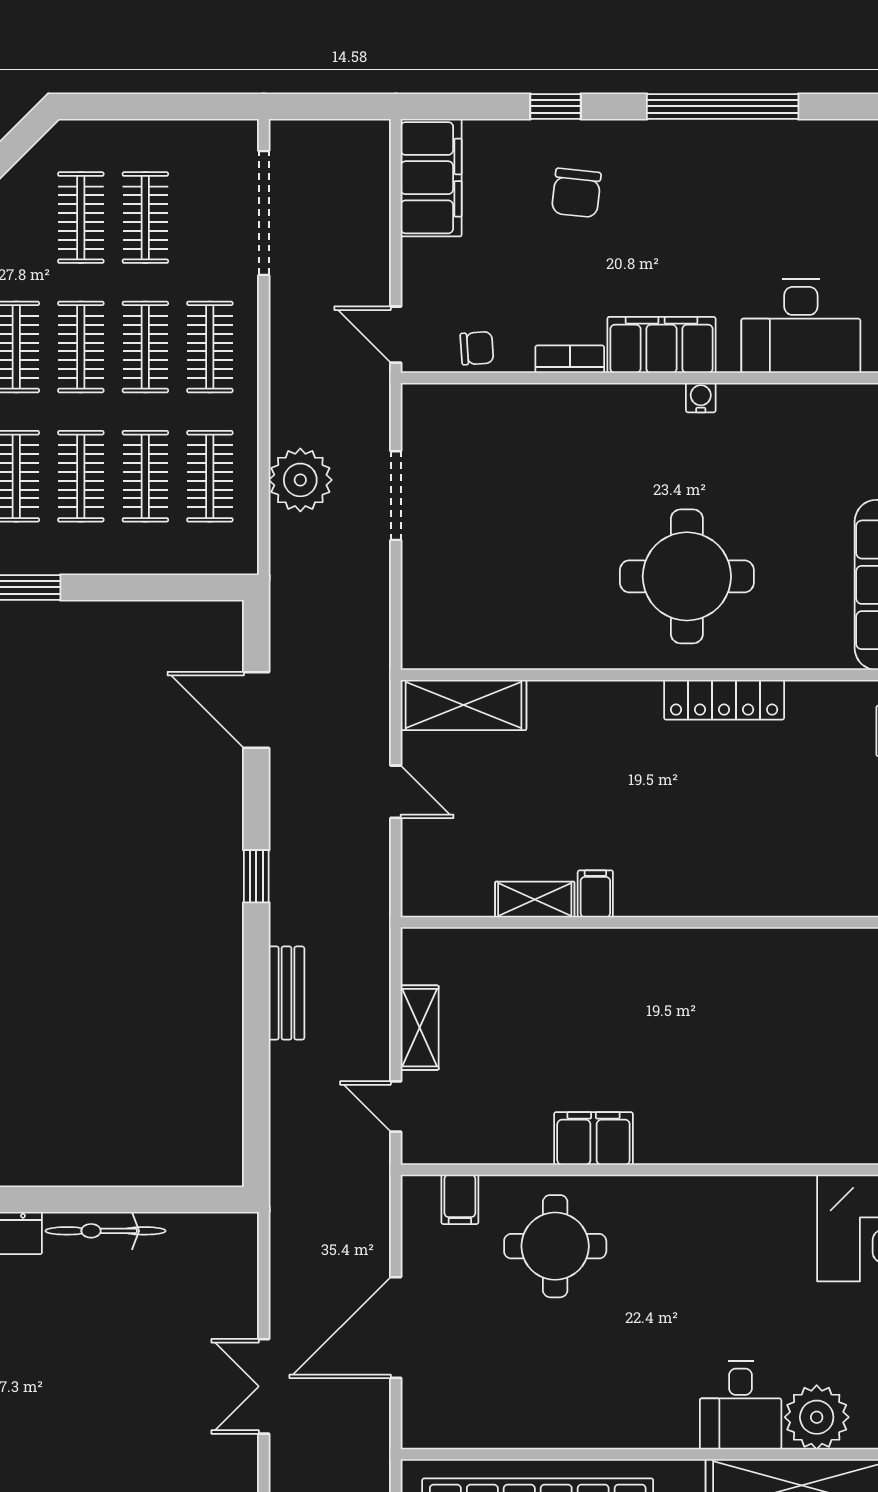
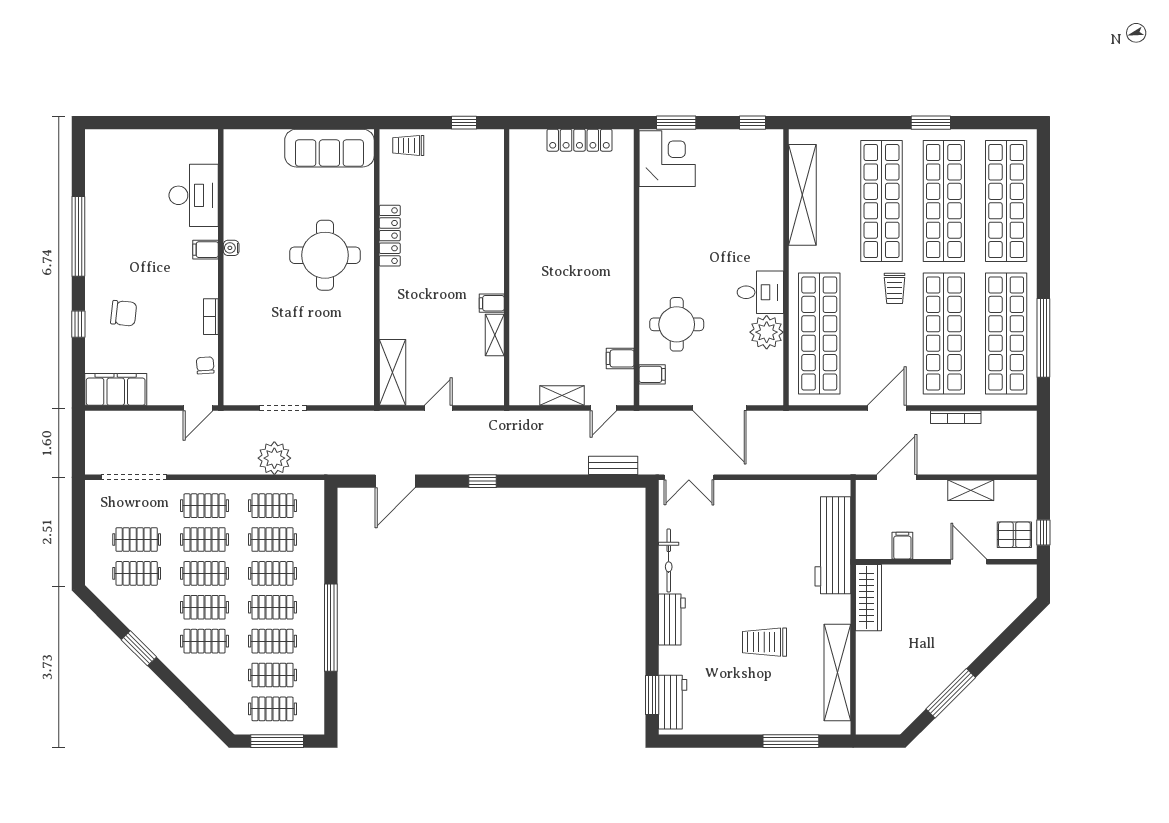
filing cabinet: (661, 345) -> (206, 250), width x0.33, depth x0.86
bench: (287, 993) -> (613, 465), moved
filing cabinet: (593, 1138) -> (620, 358), moved, width x0.50
double door: (264, 1386) -> (689, 477), moved
desk: (741, 1405) -> (760, 292), moved
plant: (817, 1417) -> (767, 332), moved

